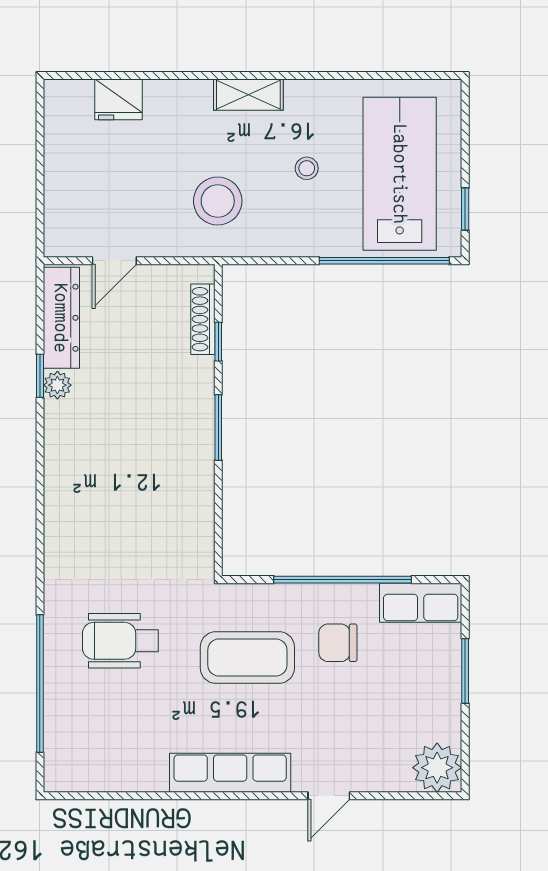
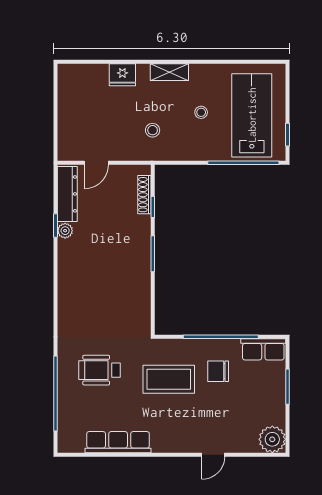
fridge: (118, 99) -> (122, 75), moved
stool: (218, 201) -> (153, 130), width x0.53, depth x0.53
row of seats: (230, 773) -> (118, 442), moved

